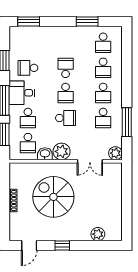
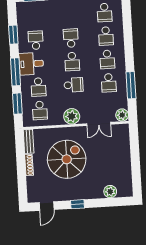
school desk: (28, 68) -> (36, 40), turned 90
washbasin: (45, 154) -> (56, 119), removed
bench: (14, 175) -> (29, 141), added
spiral stairs: (53, 197) -> (67, 159), turned 90

